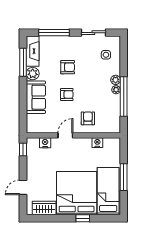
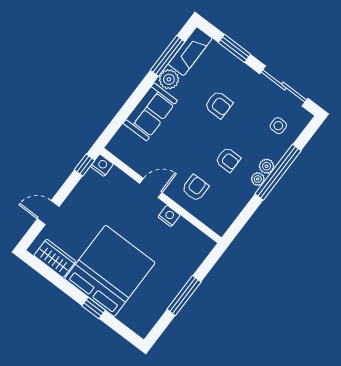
window: (54, 33) -> (234, 48), width x0.69
sliding door: (93, 33) -> (284, 86), width x1.37
armchair: (67, 95) -> (228, 160), moved
window: (124, 97) -> (278, 172), moved
nightstand: (45, 143) -> (102, 165), moved
nightstand: (97, 143) -> (169, 216), moved
bed: (108, 191) -> (151, 298), removed

